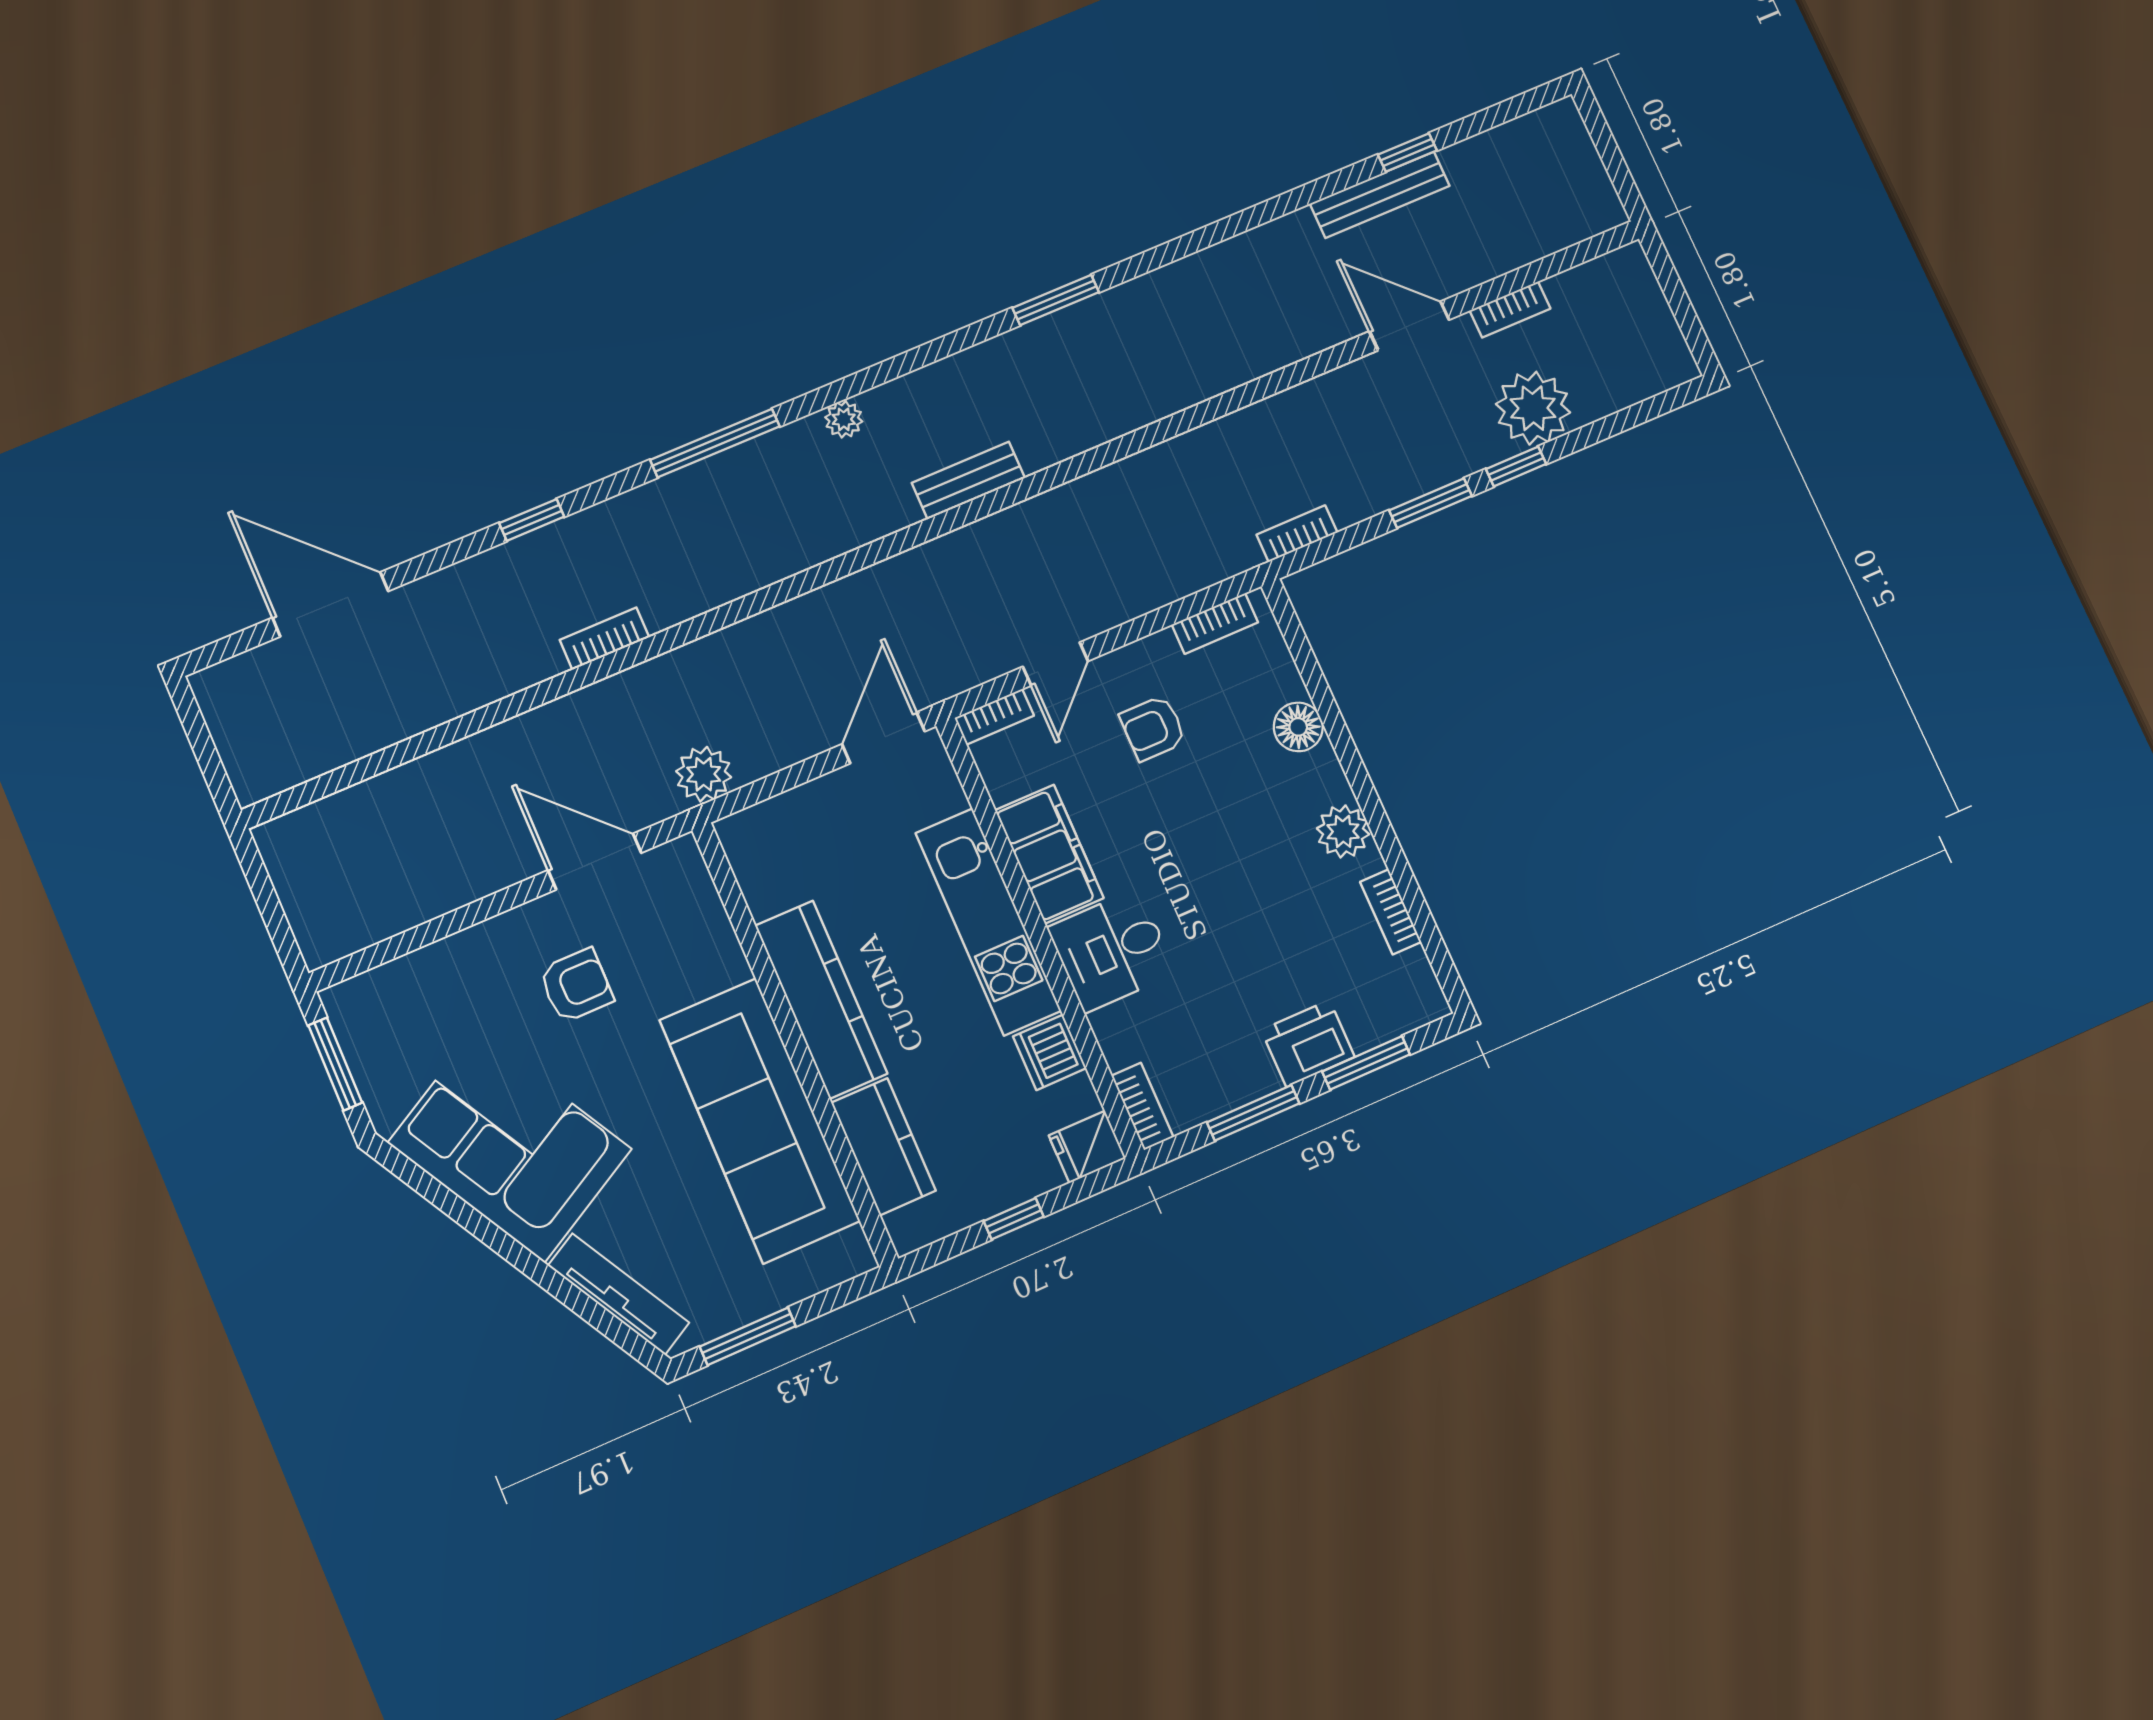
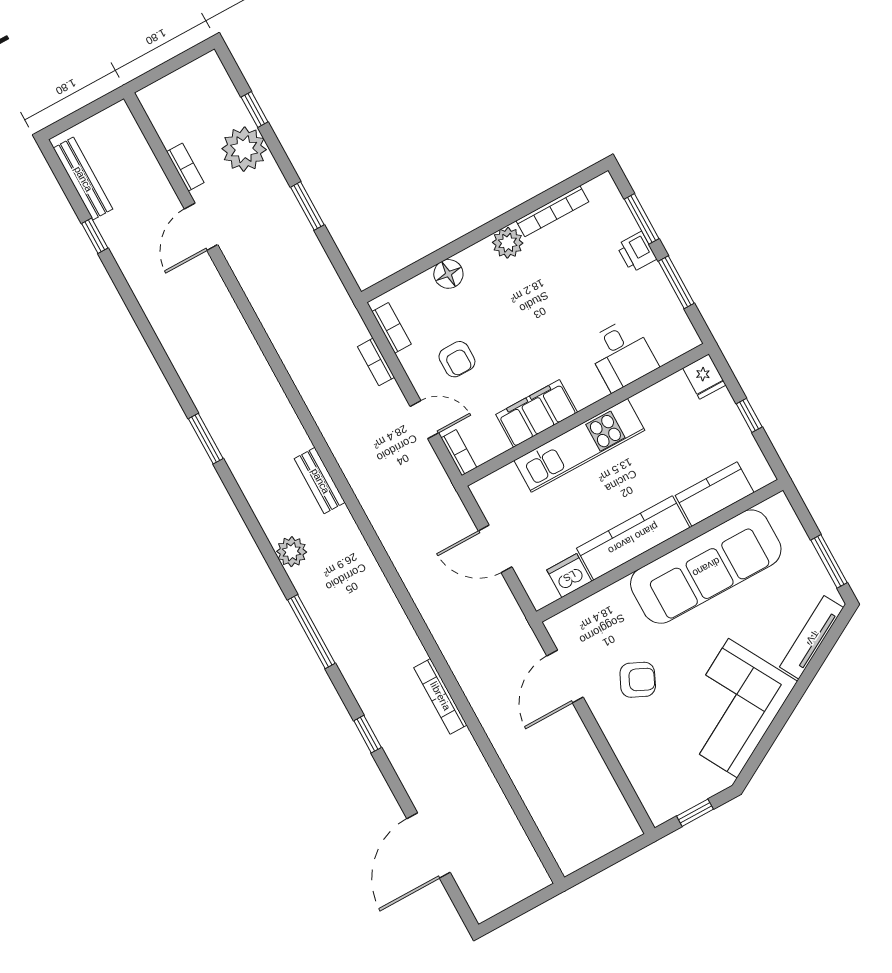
bench: (1380, 195) -> (83, 179), moved
plant: (844, 419) -> (292, 552), width x1.38, depth x1.38
window: (1516, 467) -> (255, 109), moved
bookcase: (1297, 534) -> (376, 362), moved
bookcase: (605, 639) -> (440, 696), width x1.56
door: (883, 738) -> (495, 549), moved
plant: (704, 774) -> (508, 619), removed
bookcase: (1391, 912) -> (552, 211), width x1.56
desk: (1112, 950) -> (622, 355), moved
armchair: (576, 985) -> (638, 680), turned 115
printer: (1308, 1043) -> (636, 252), width x0.73, depth x0.81
dishwasher: (1050, 1052) -> (569, 576), moved, turned 180
window: (335, 1064) -> (695, 813), width x0.67
bookcase: (1142, 1106) -> (678, 347), removed

